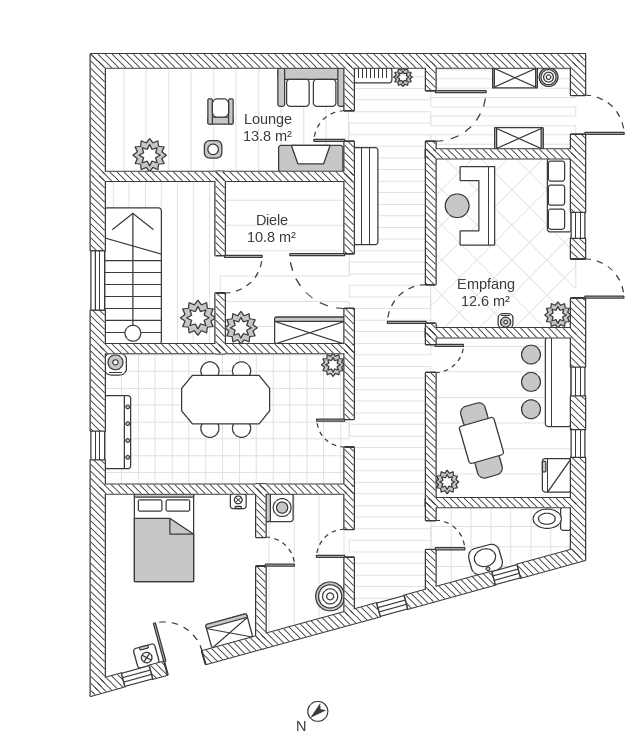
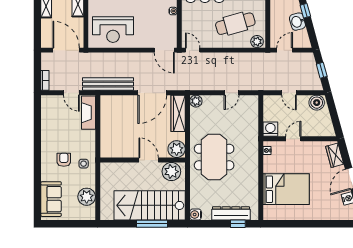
plant: (403, 77) -> (46, 65), removed
sofa: (311, 87) -> (51, 199), moved
armchair: (221, 112) -> (64, 160), turned 90

